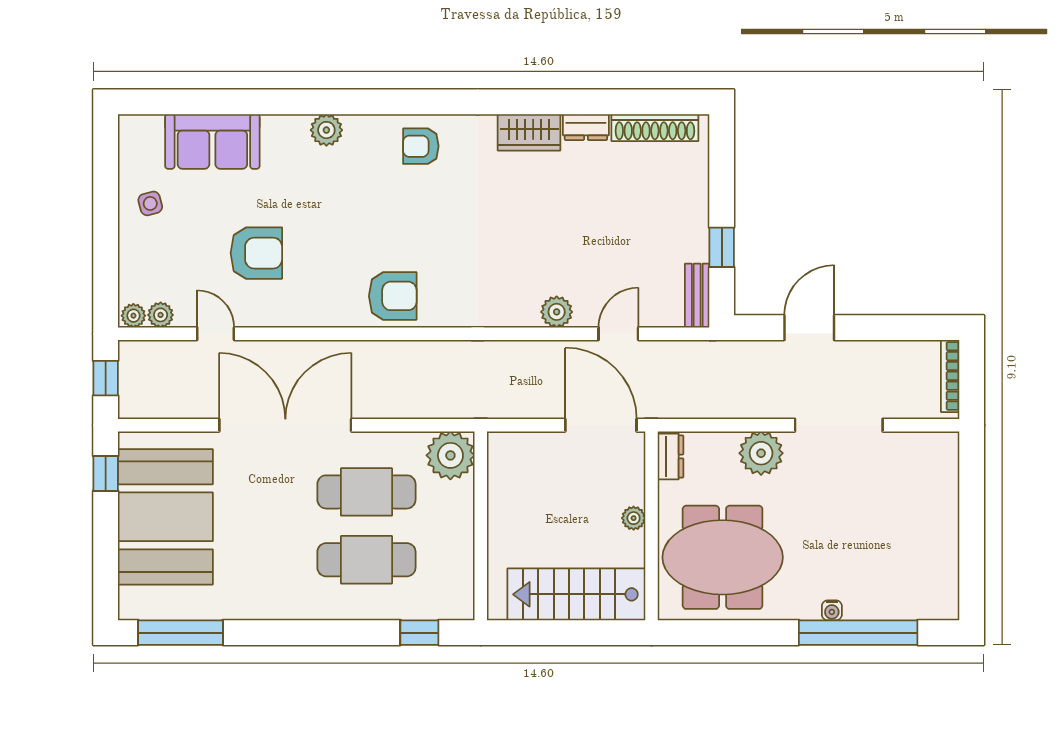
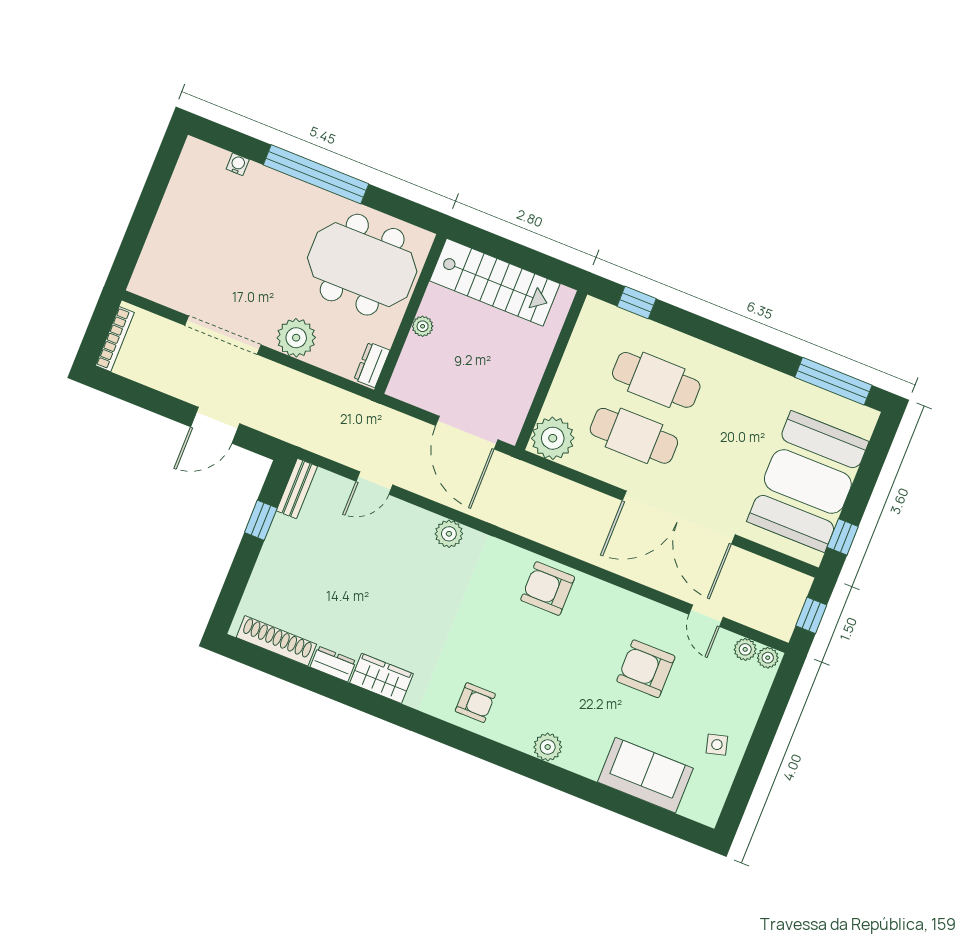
plant: (557, 312) -> (449, 534), moved
door: (601, 425) -> (467, 433), moved
water cooler: (832, 610) -> (238, 164), moved
window: (858, 633) -> (316, 174), moved

